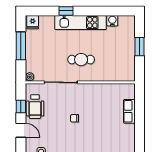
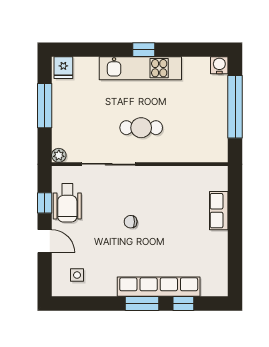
window: (66, 11) -> (144, 50), moved
water cooler: (112, 21) -> (219, 65), moved
window: (140, 47) -> (235, 107), width x2.11

